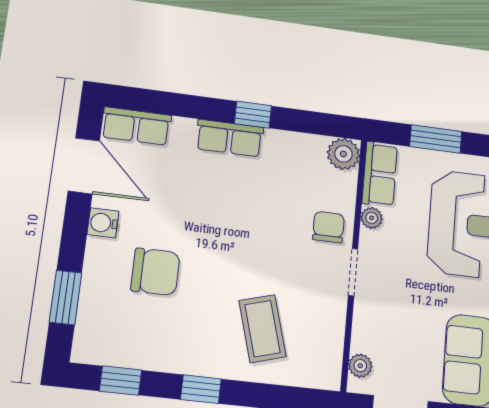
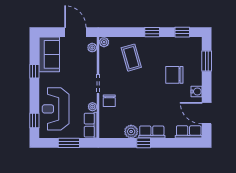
plant: (343, 154) -> (131, 132), moved
plant: (329, 376) -> (104, 42), added

